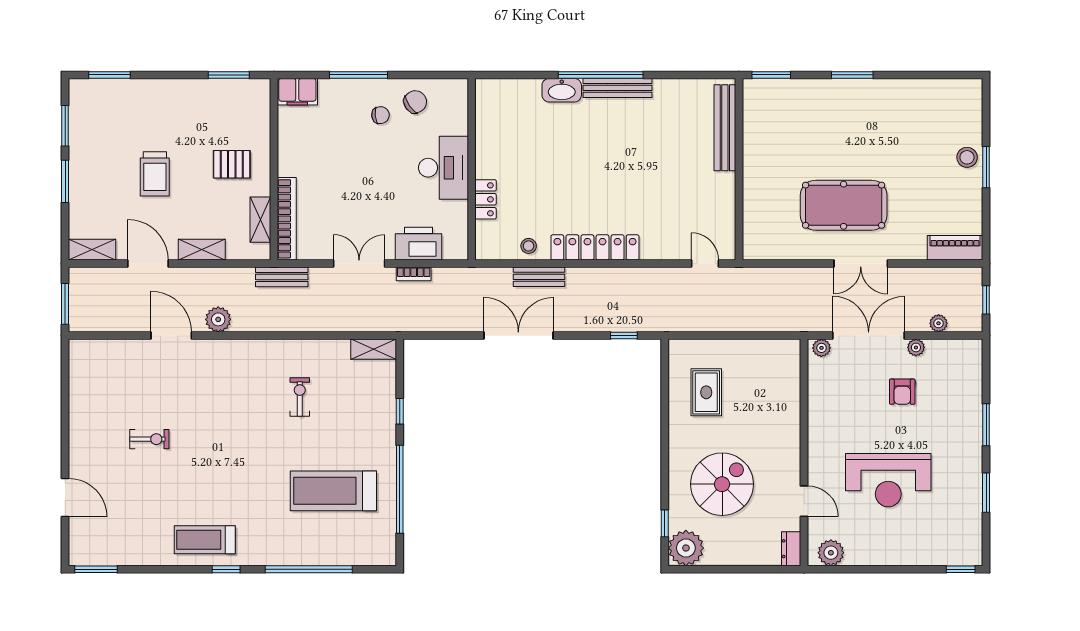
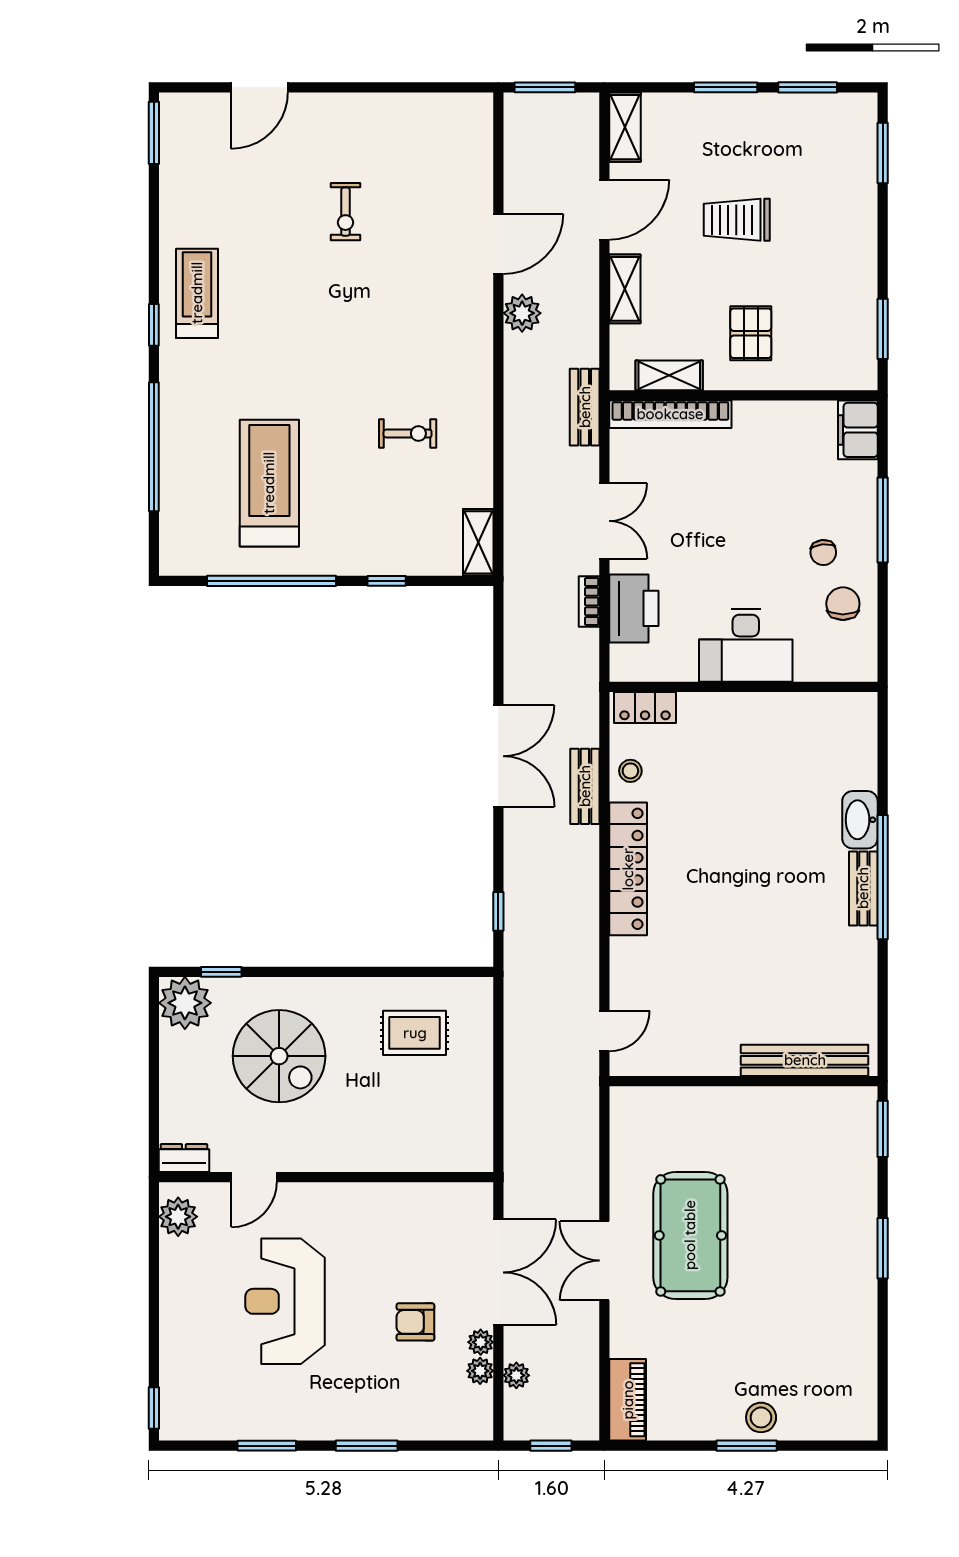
bench: (617, 88) -> (863, 888), width x0.73
chair: (415, 102) -> (843, 604), turned -145
locker: (486, 199) -> (645, 707), moved
plant: (821, 348) -> (480, 1371), moved

